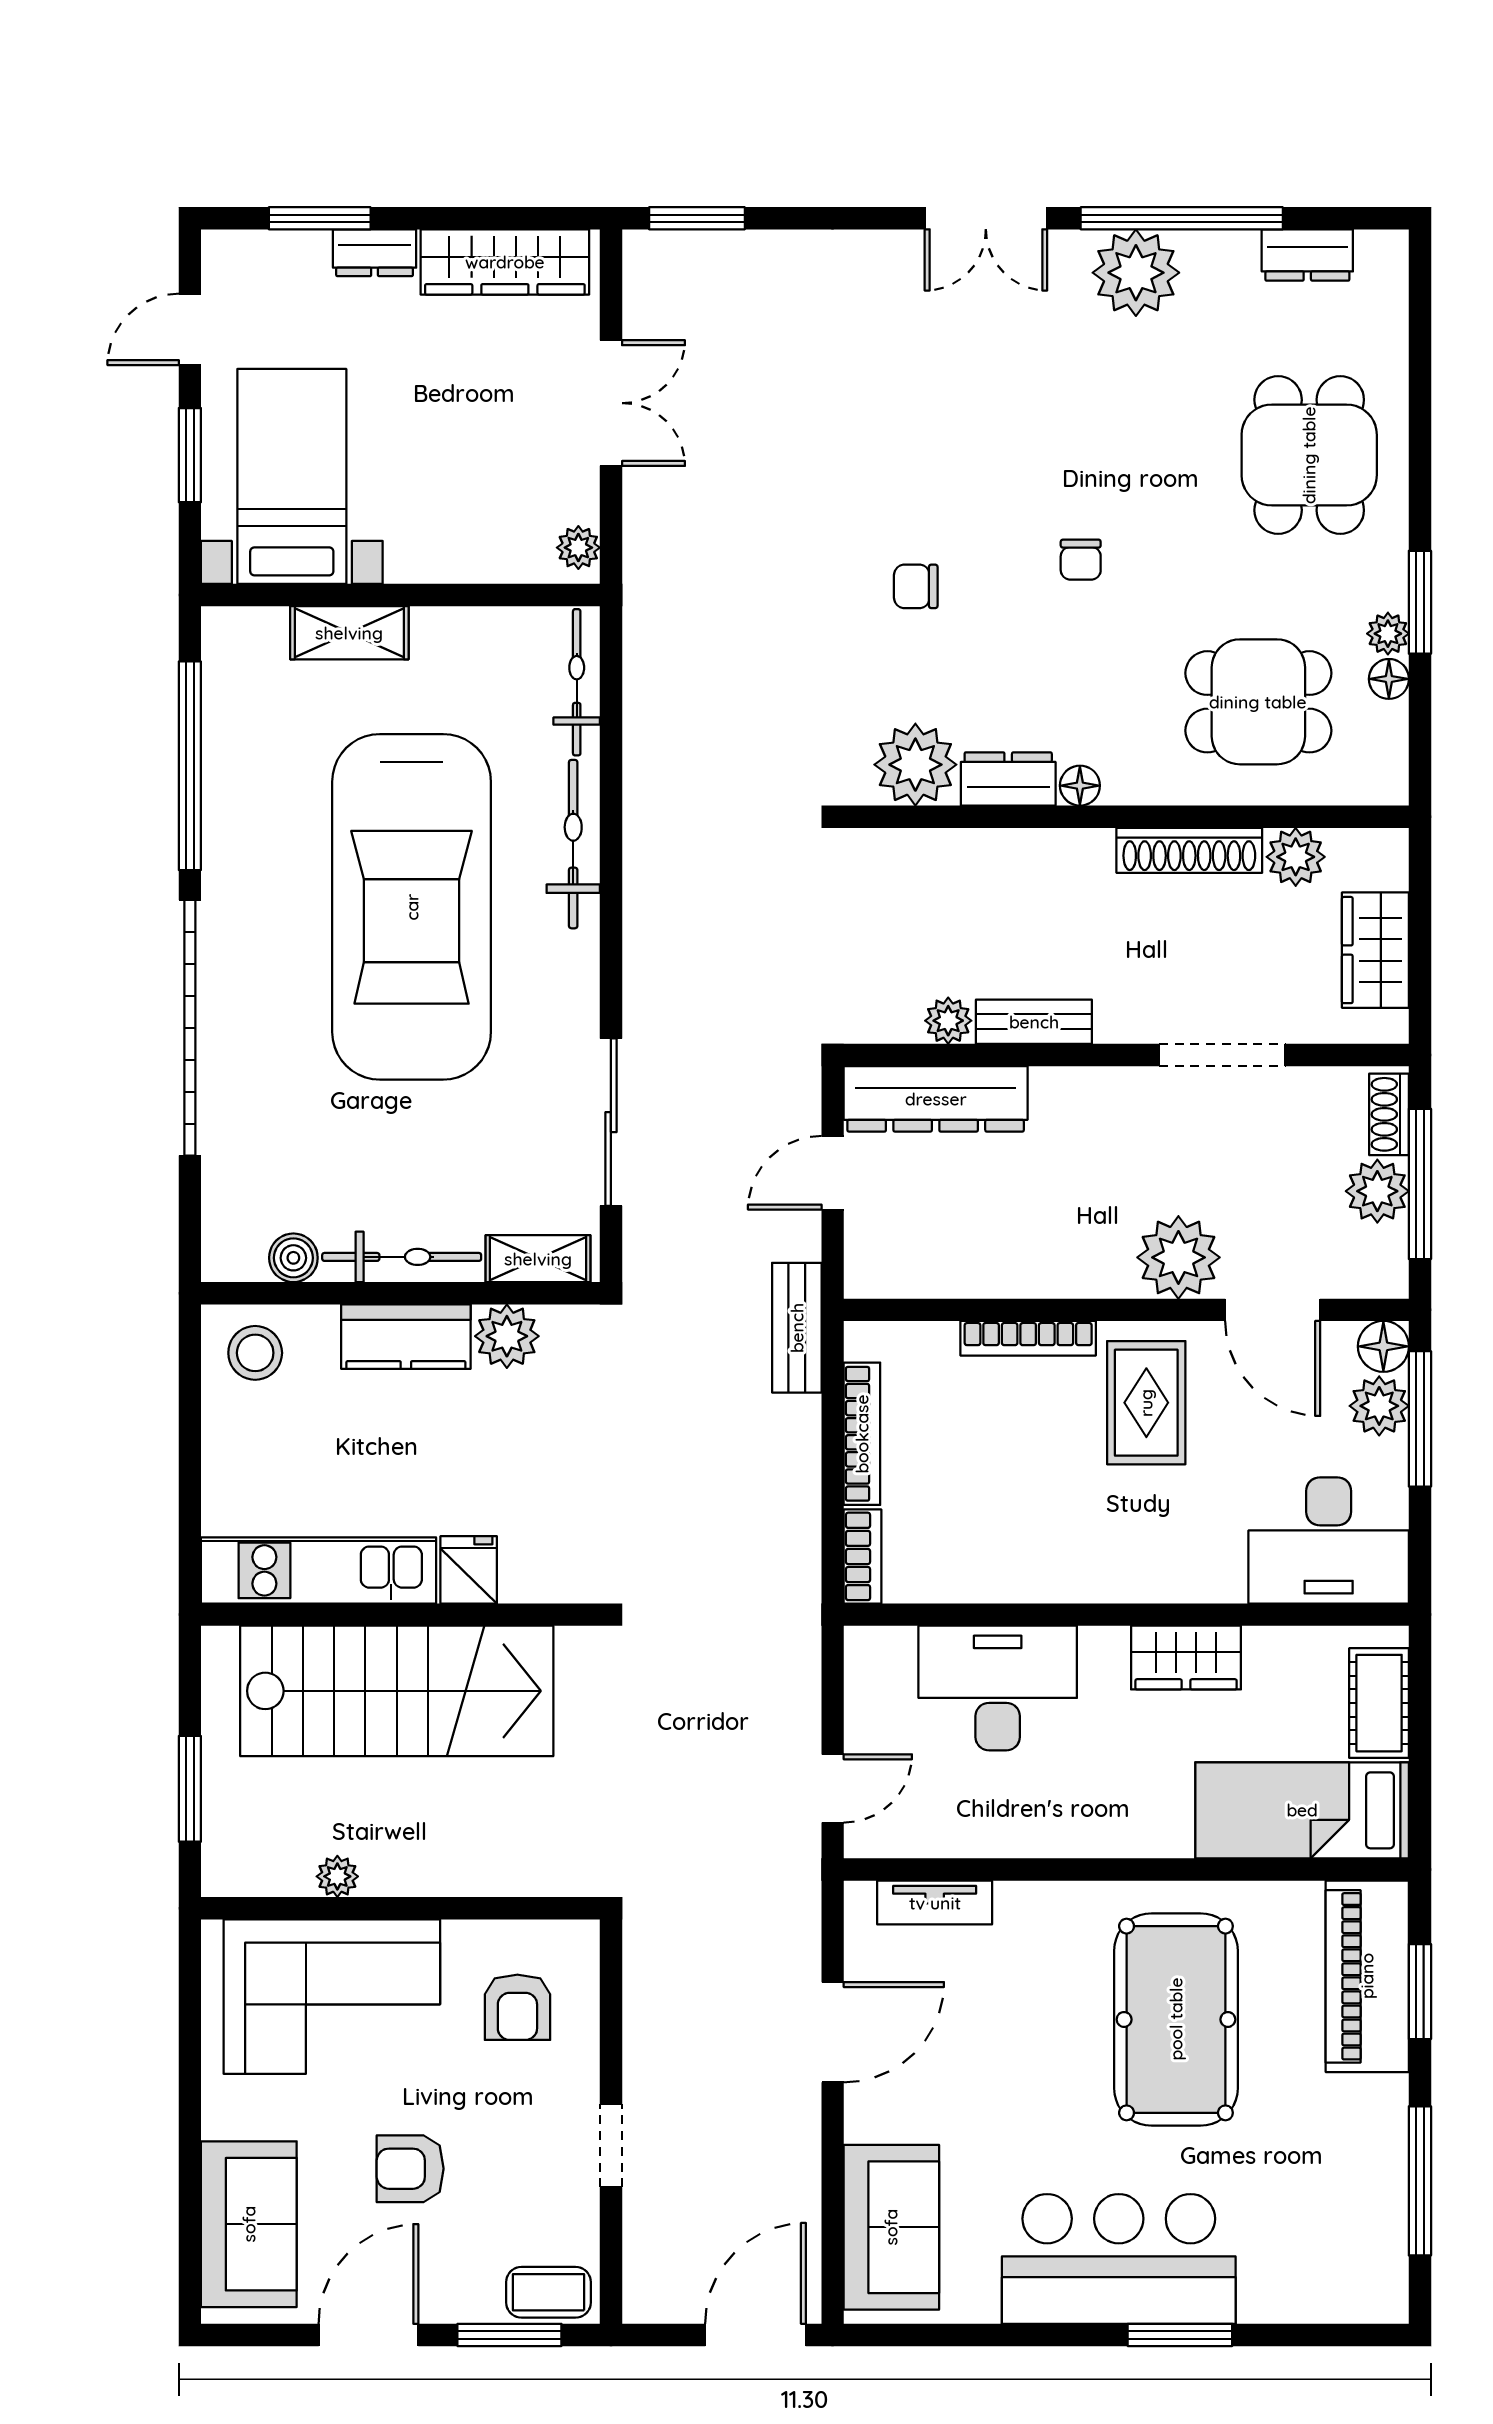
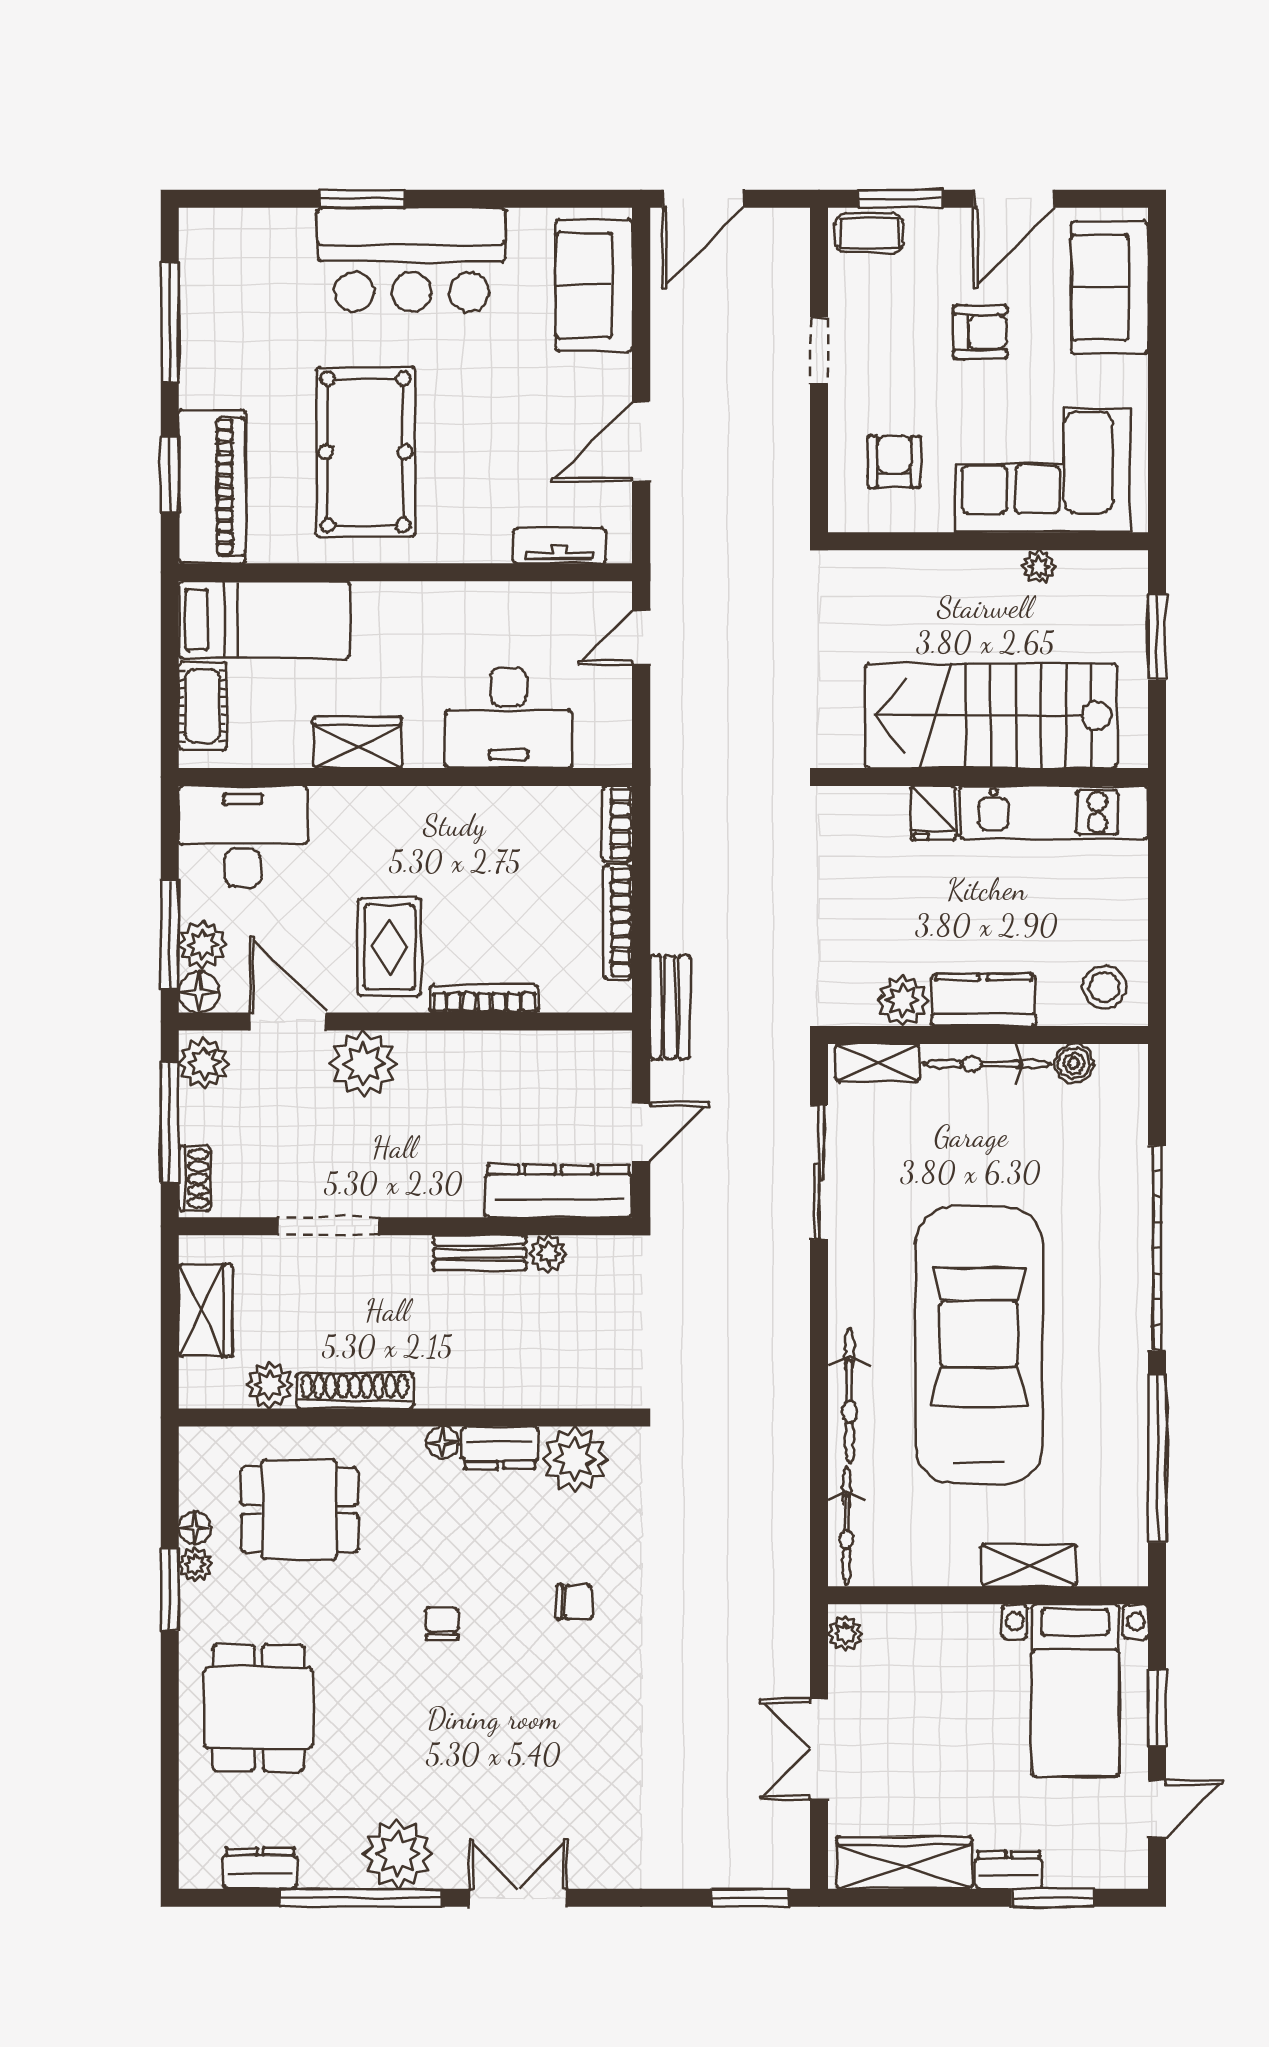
plant: (1377, 1191) -> (204, 1063), moved

